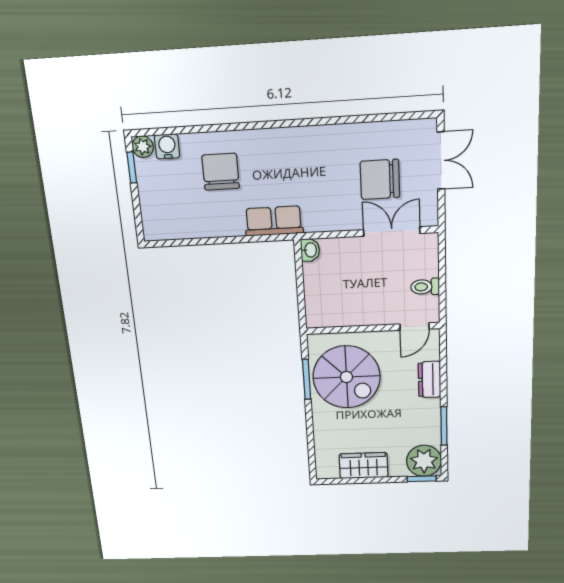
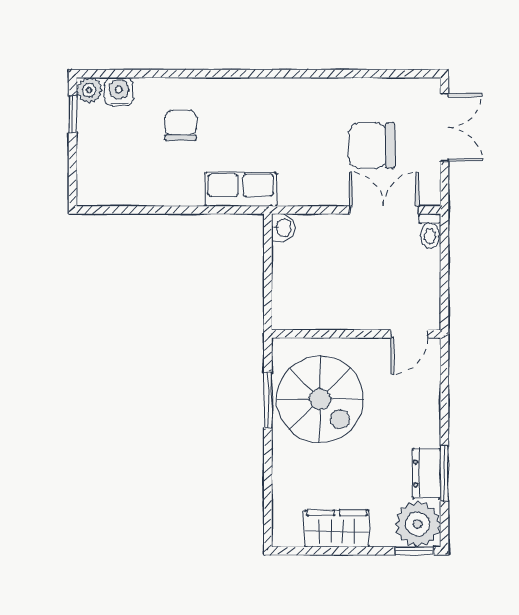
chair: (221, 172) -> (181, 125), width x0.73, depth x0.73
toilet: (425, 287) -> (430, 231), moved, turned -90
dresser: (429, 379) -> (427, 473), moved

